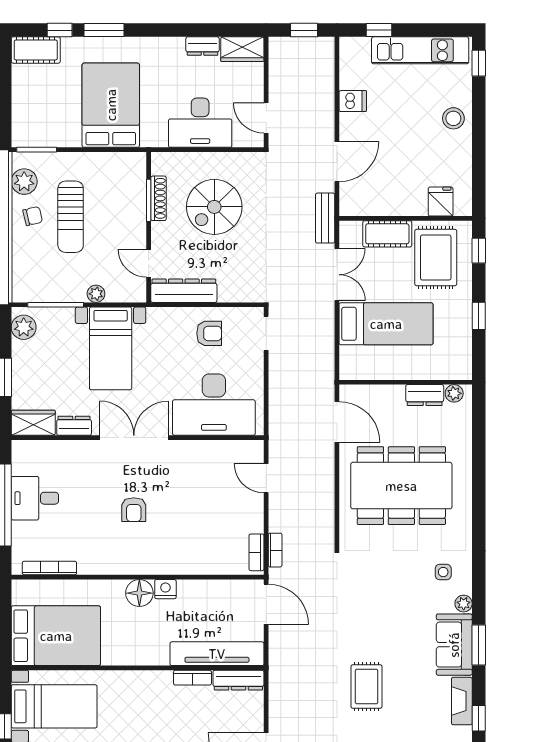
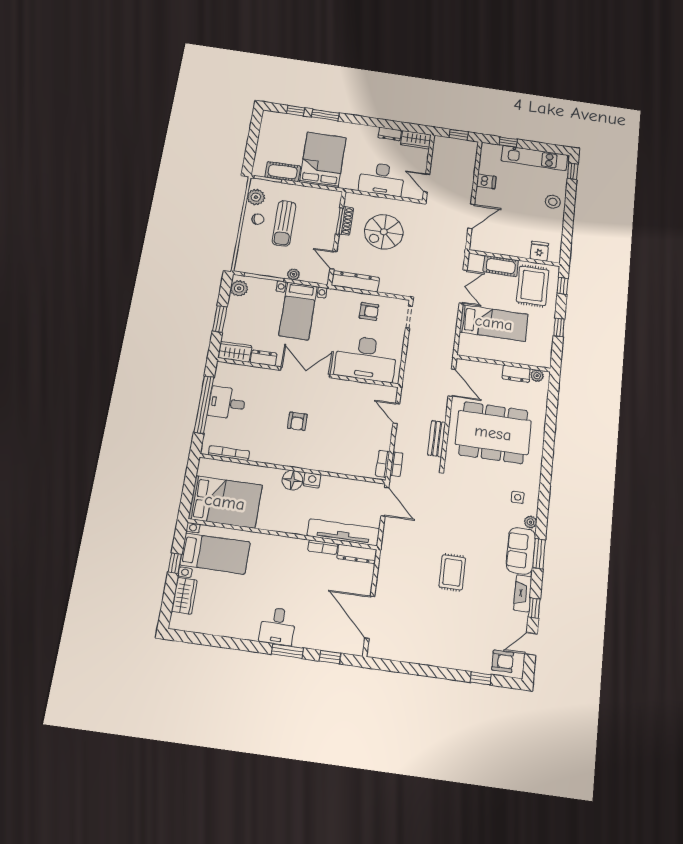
cot: (36, 50) -> (283, 172), moved
bench: (325, 218) -> (437, 439), moved

